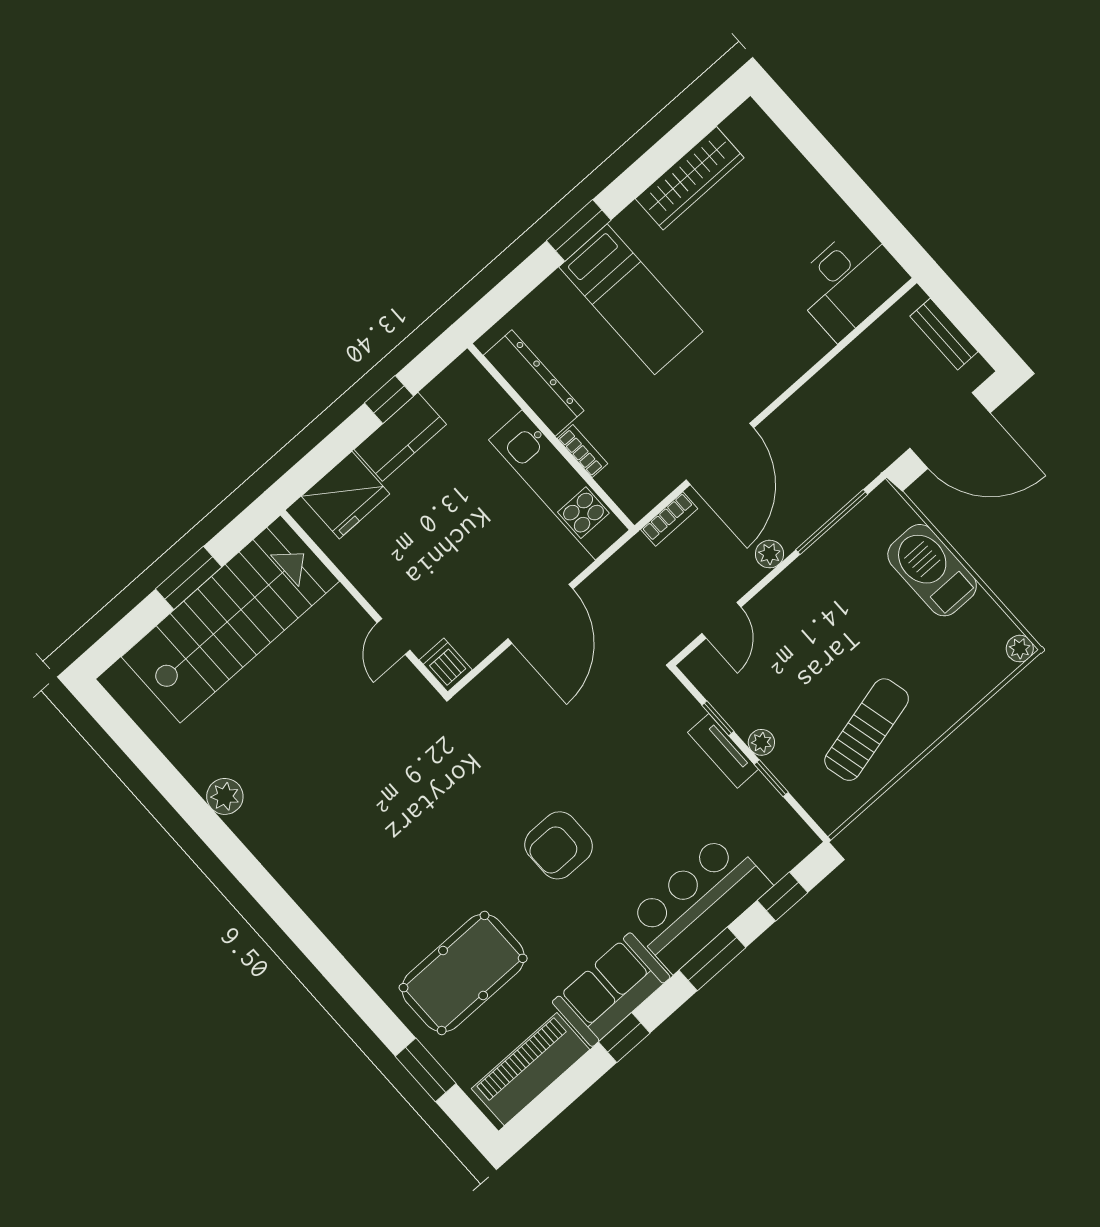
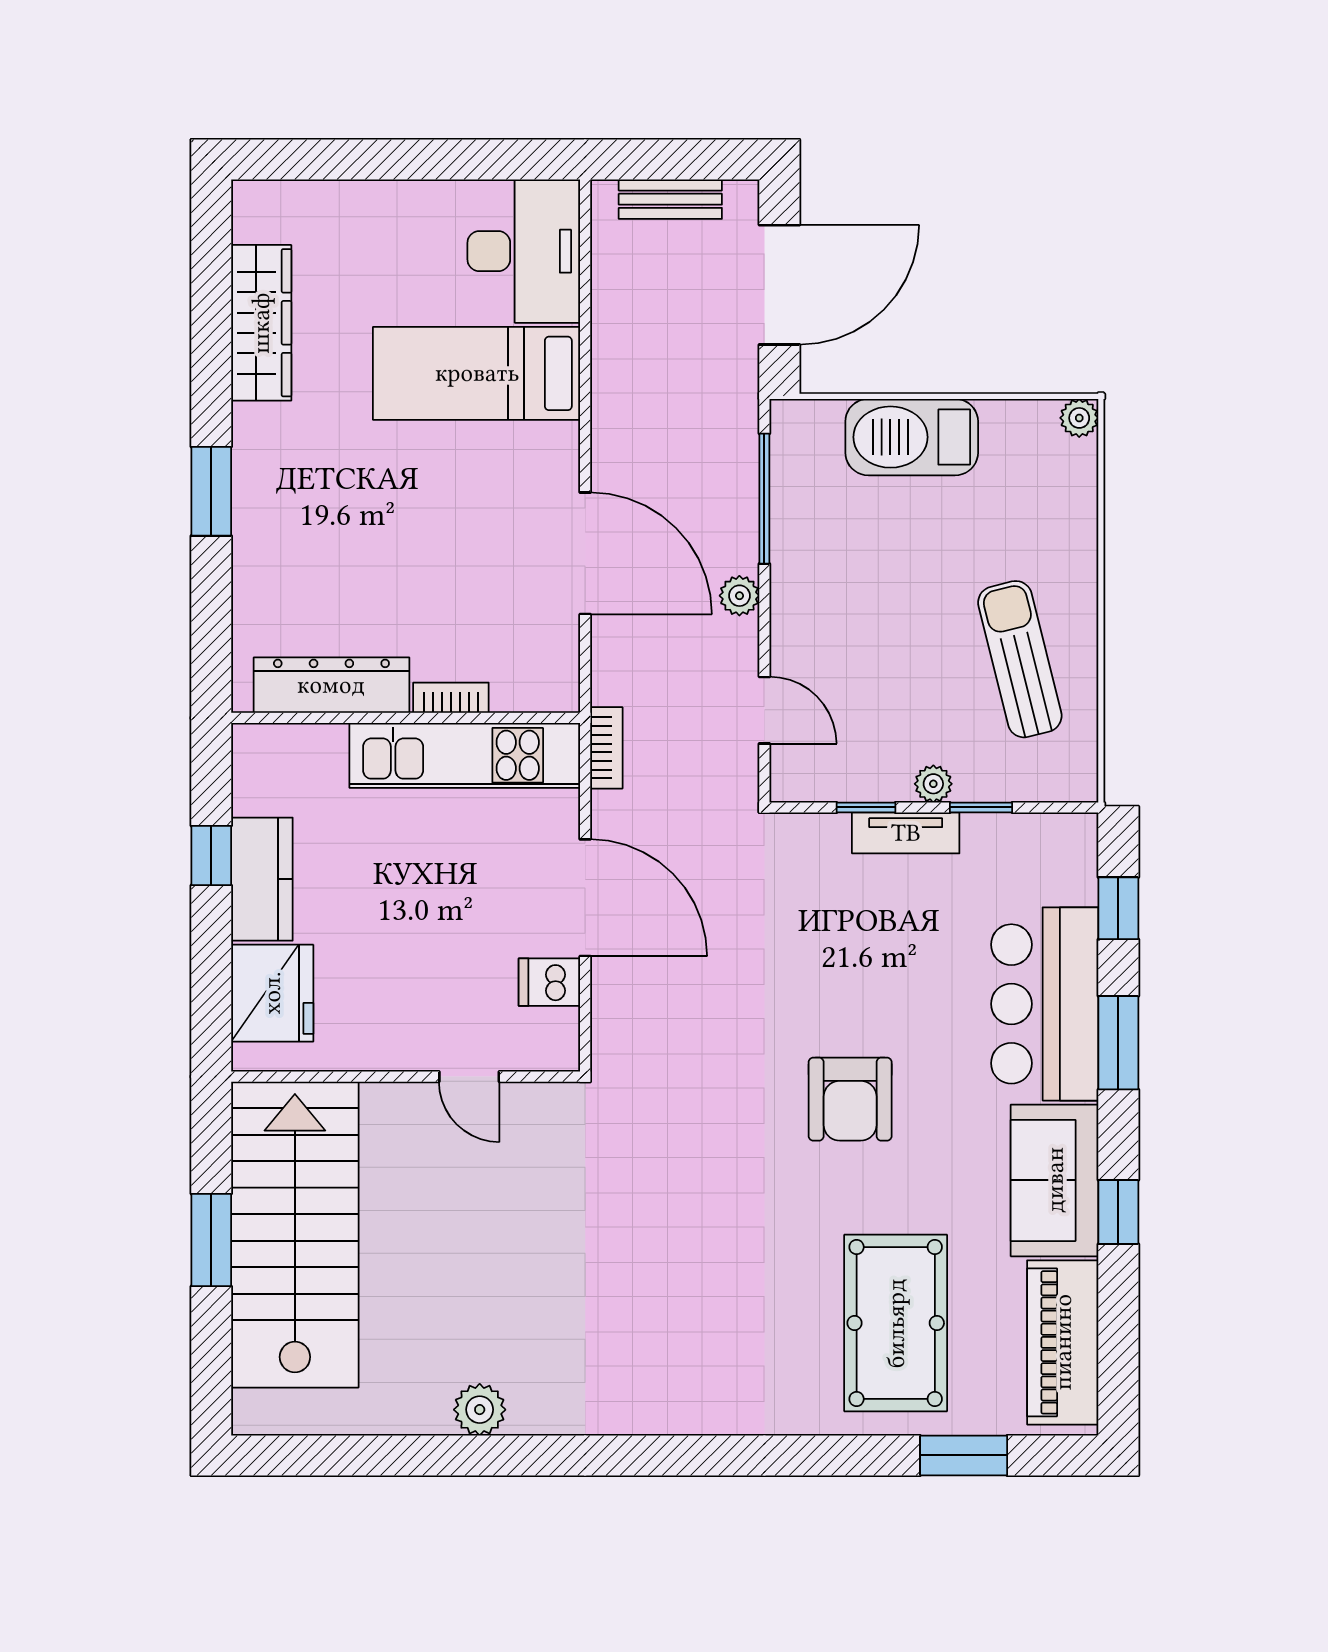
bed: (631, 299) -> (477, 373), moved, turned 180
bookcase: (669, 519) -> (606, 748), moved
dishwasher: (446, 665) -> (549, 982), moved

